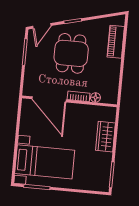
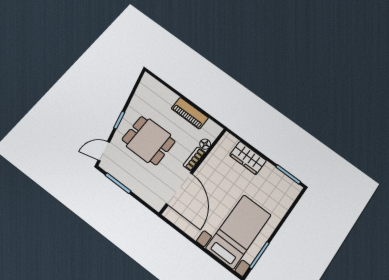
door: (42, 26) -> (104, 151), swing flipped
piano: (116, 42) -> (190, 113), moved
door: (49, 99) -> (179, 189), hinge flipped

